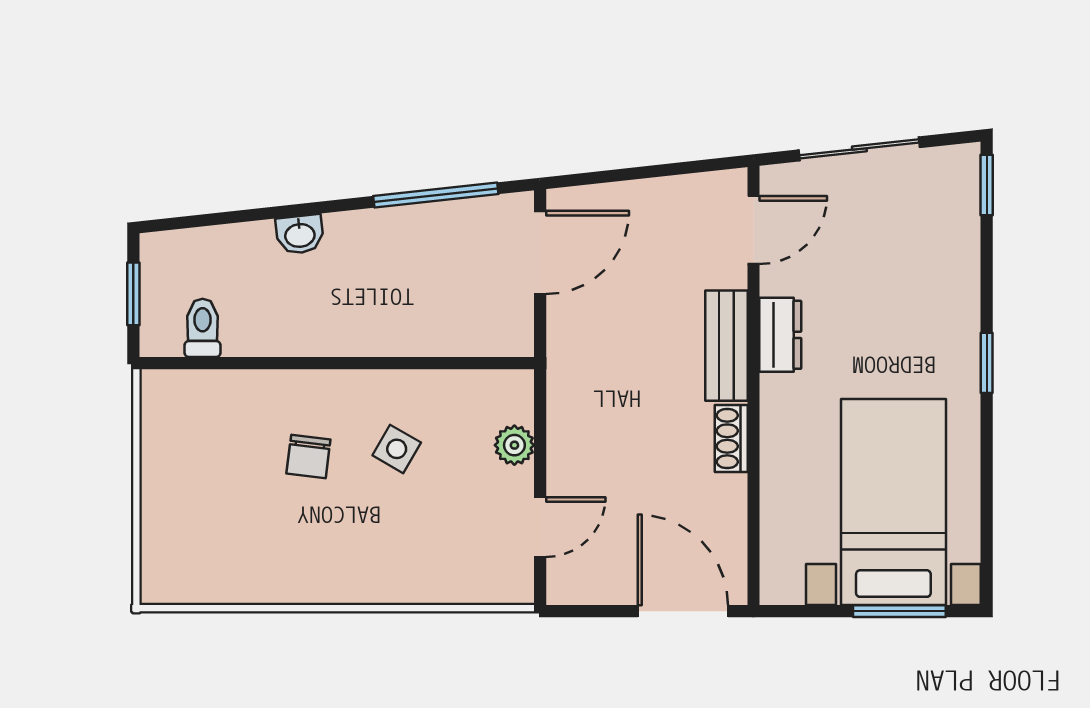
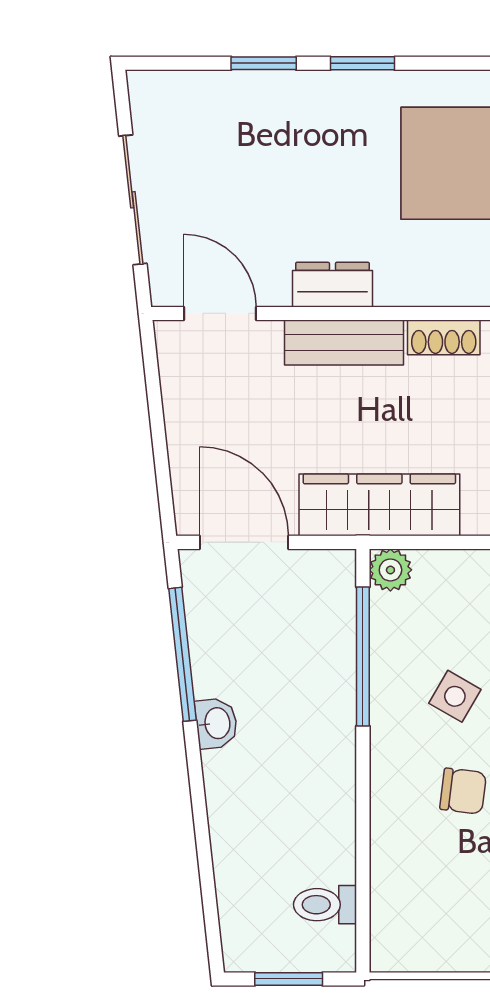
window: (987, 185) -> (264, 63), moved
washbasin: (300, 234) -> (216, 723), moved
window: (434, 363) -> (363, 656), added
wardrobe: (575, 379) -> (379, 505), added
plant: (514, 445) -> (390, 570), moved

